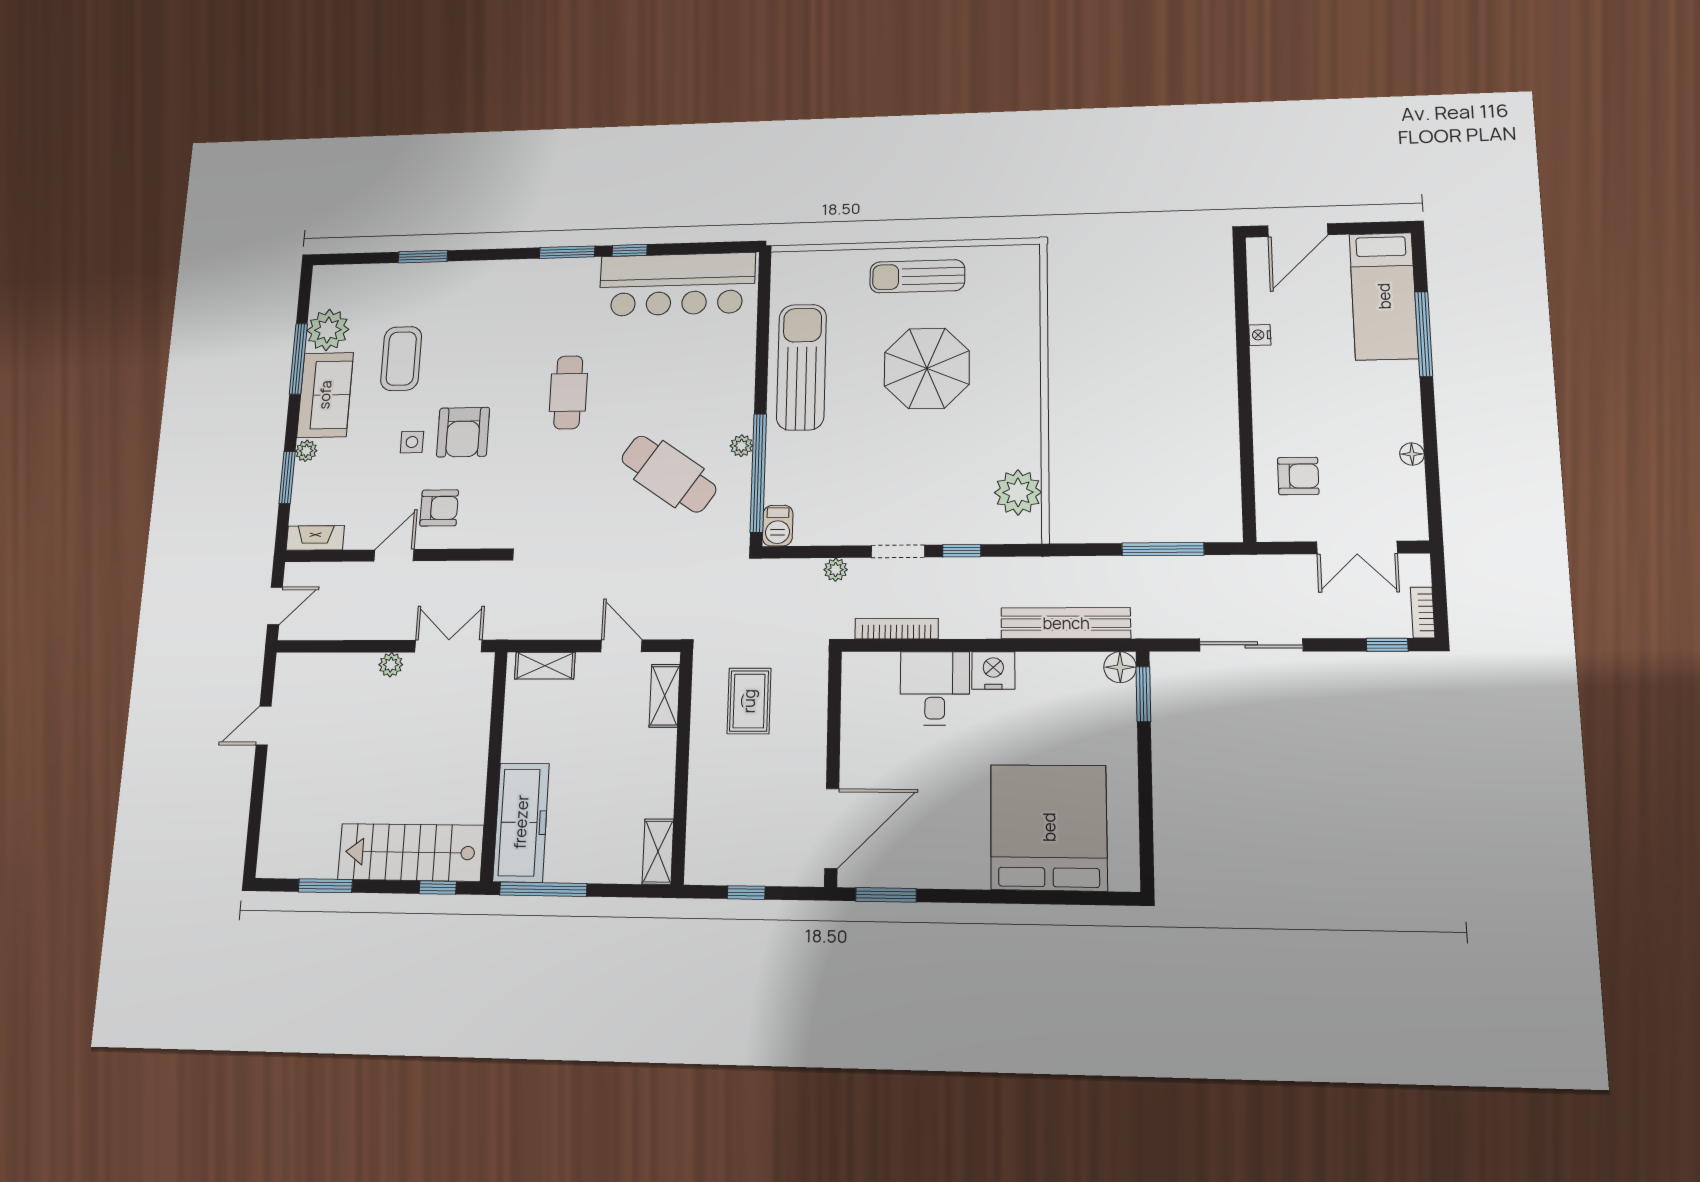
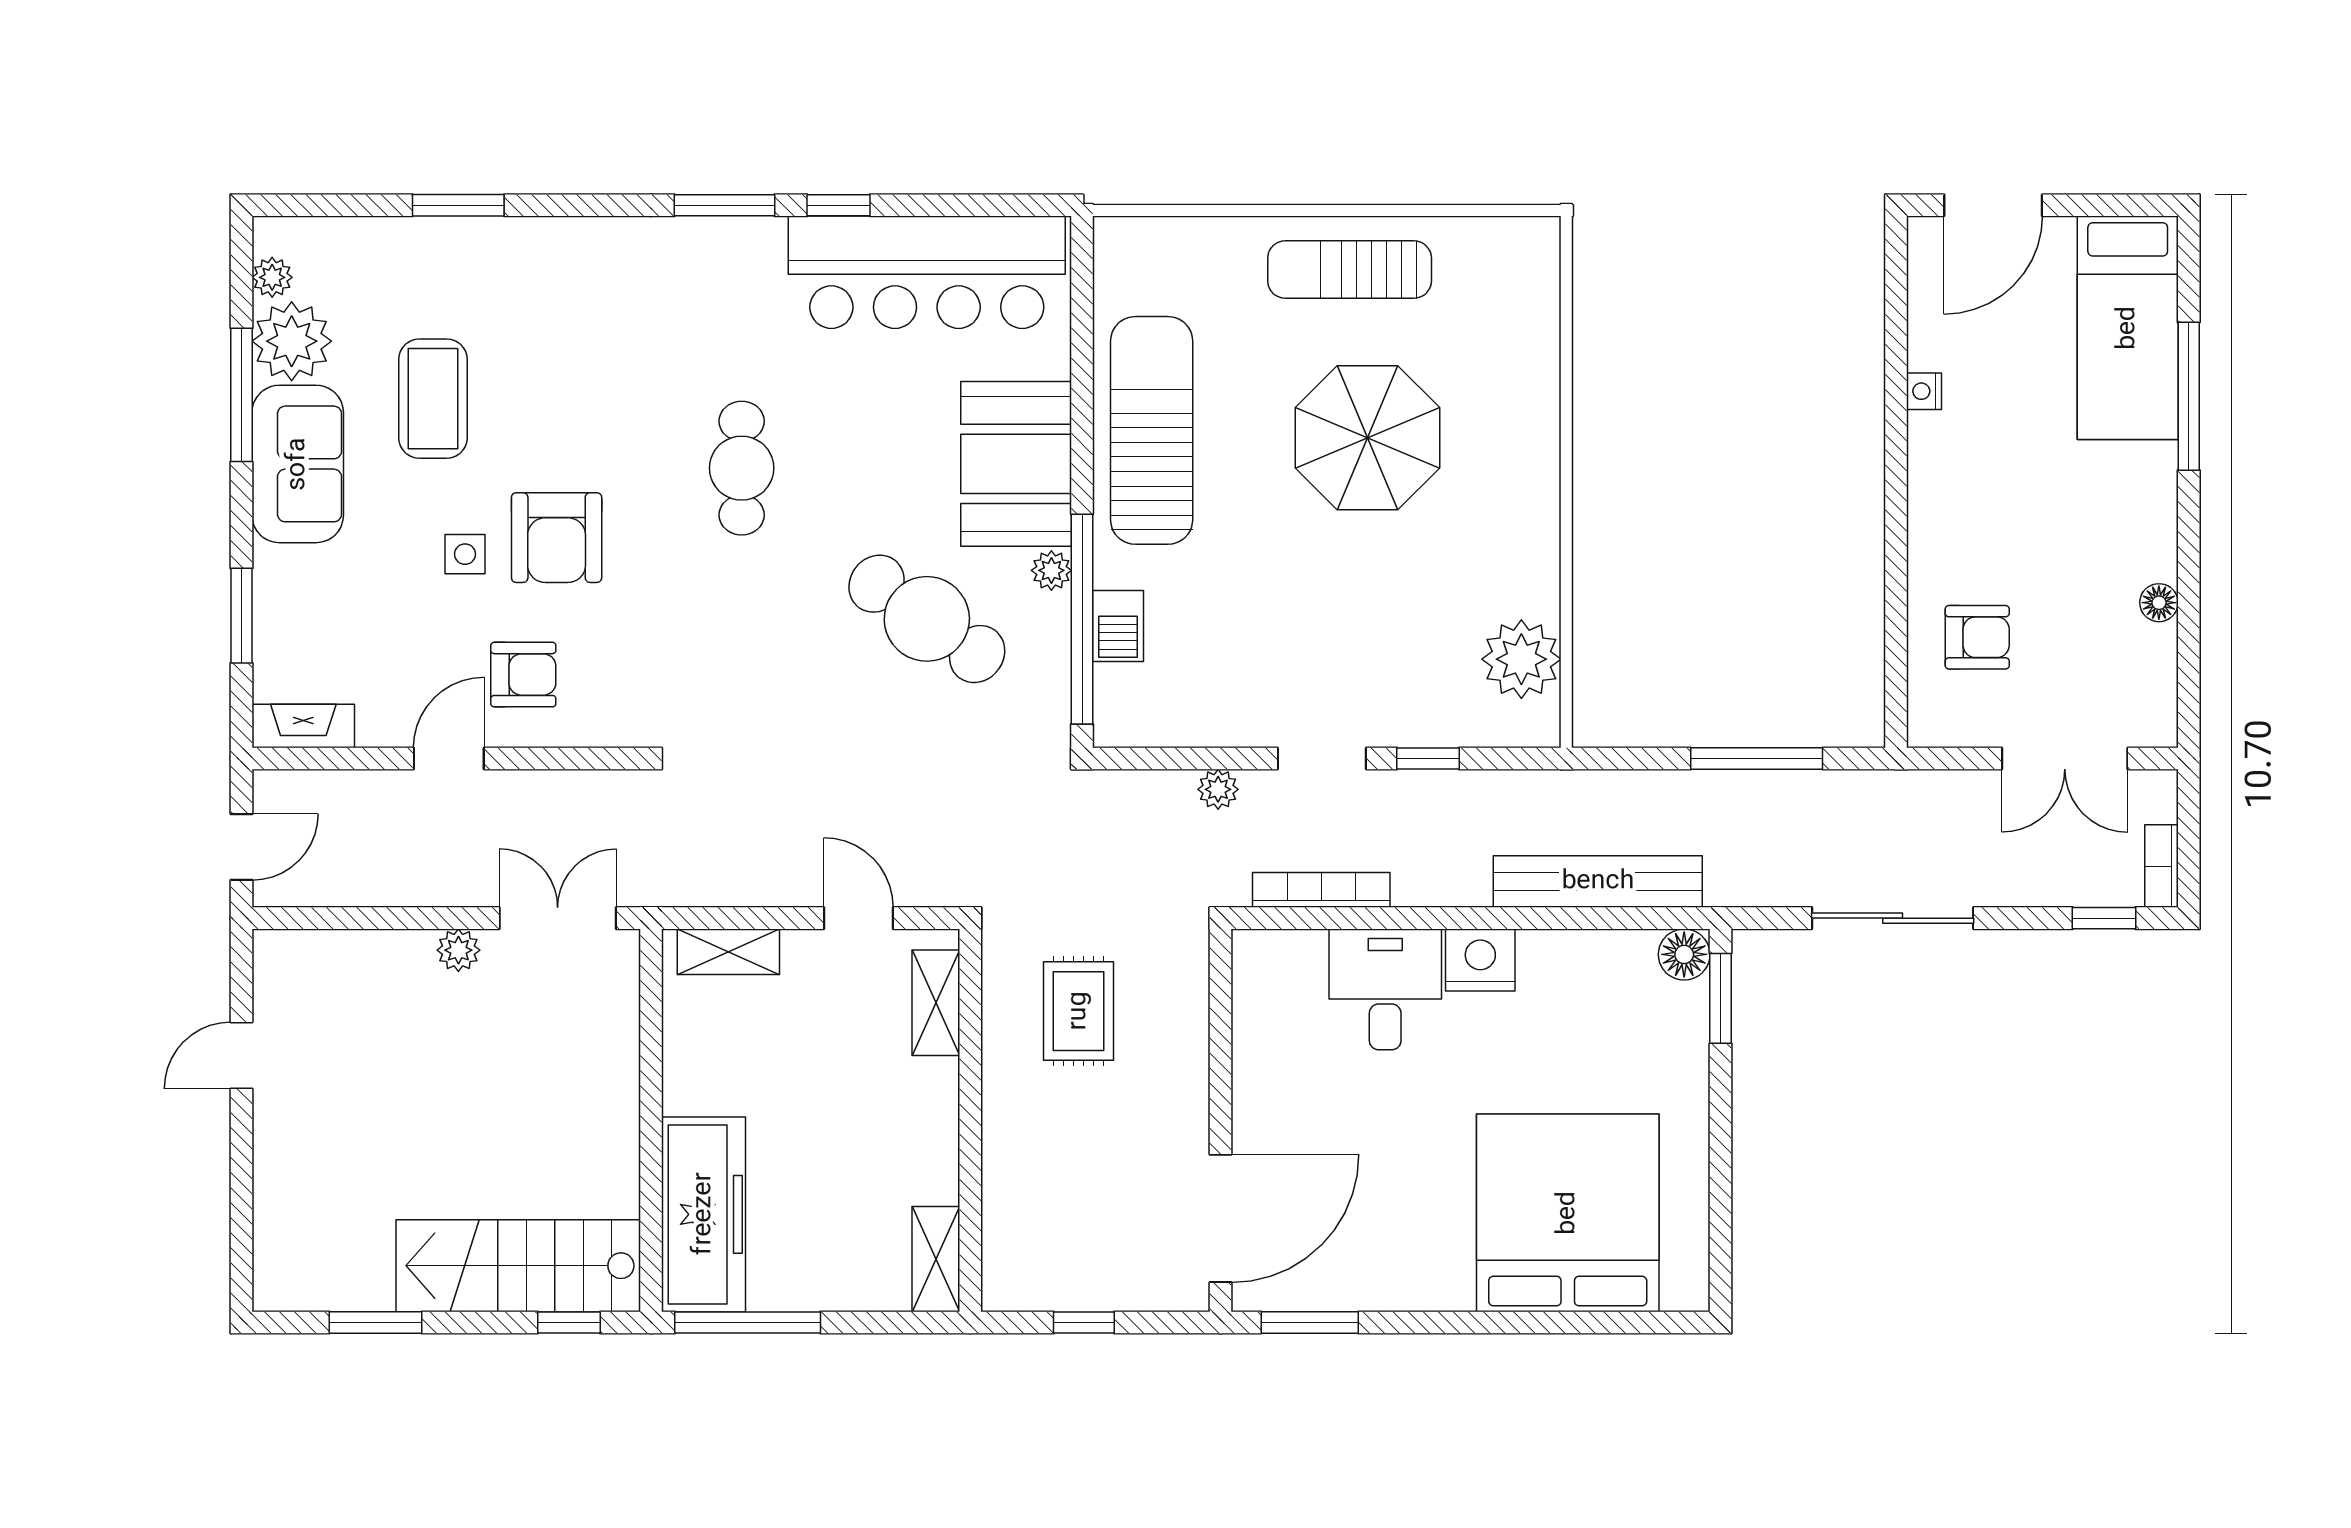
booth: (723, 387) -> (1016, 464), added
plant: (306, 451) -> (272, 277), moved
barbecue: (778, 526) -> (1118, 626), moved

